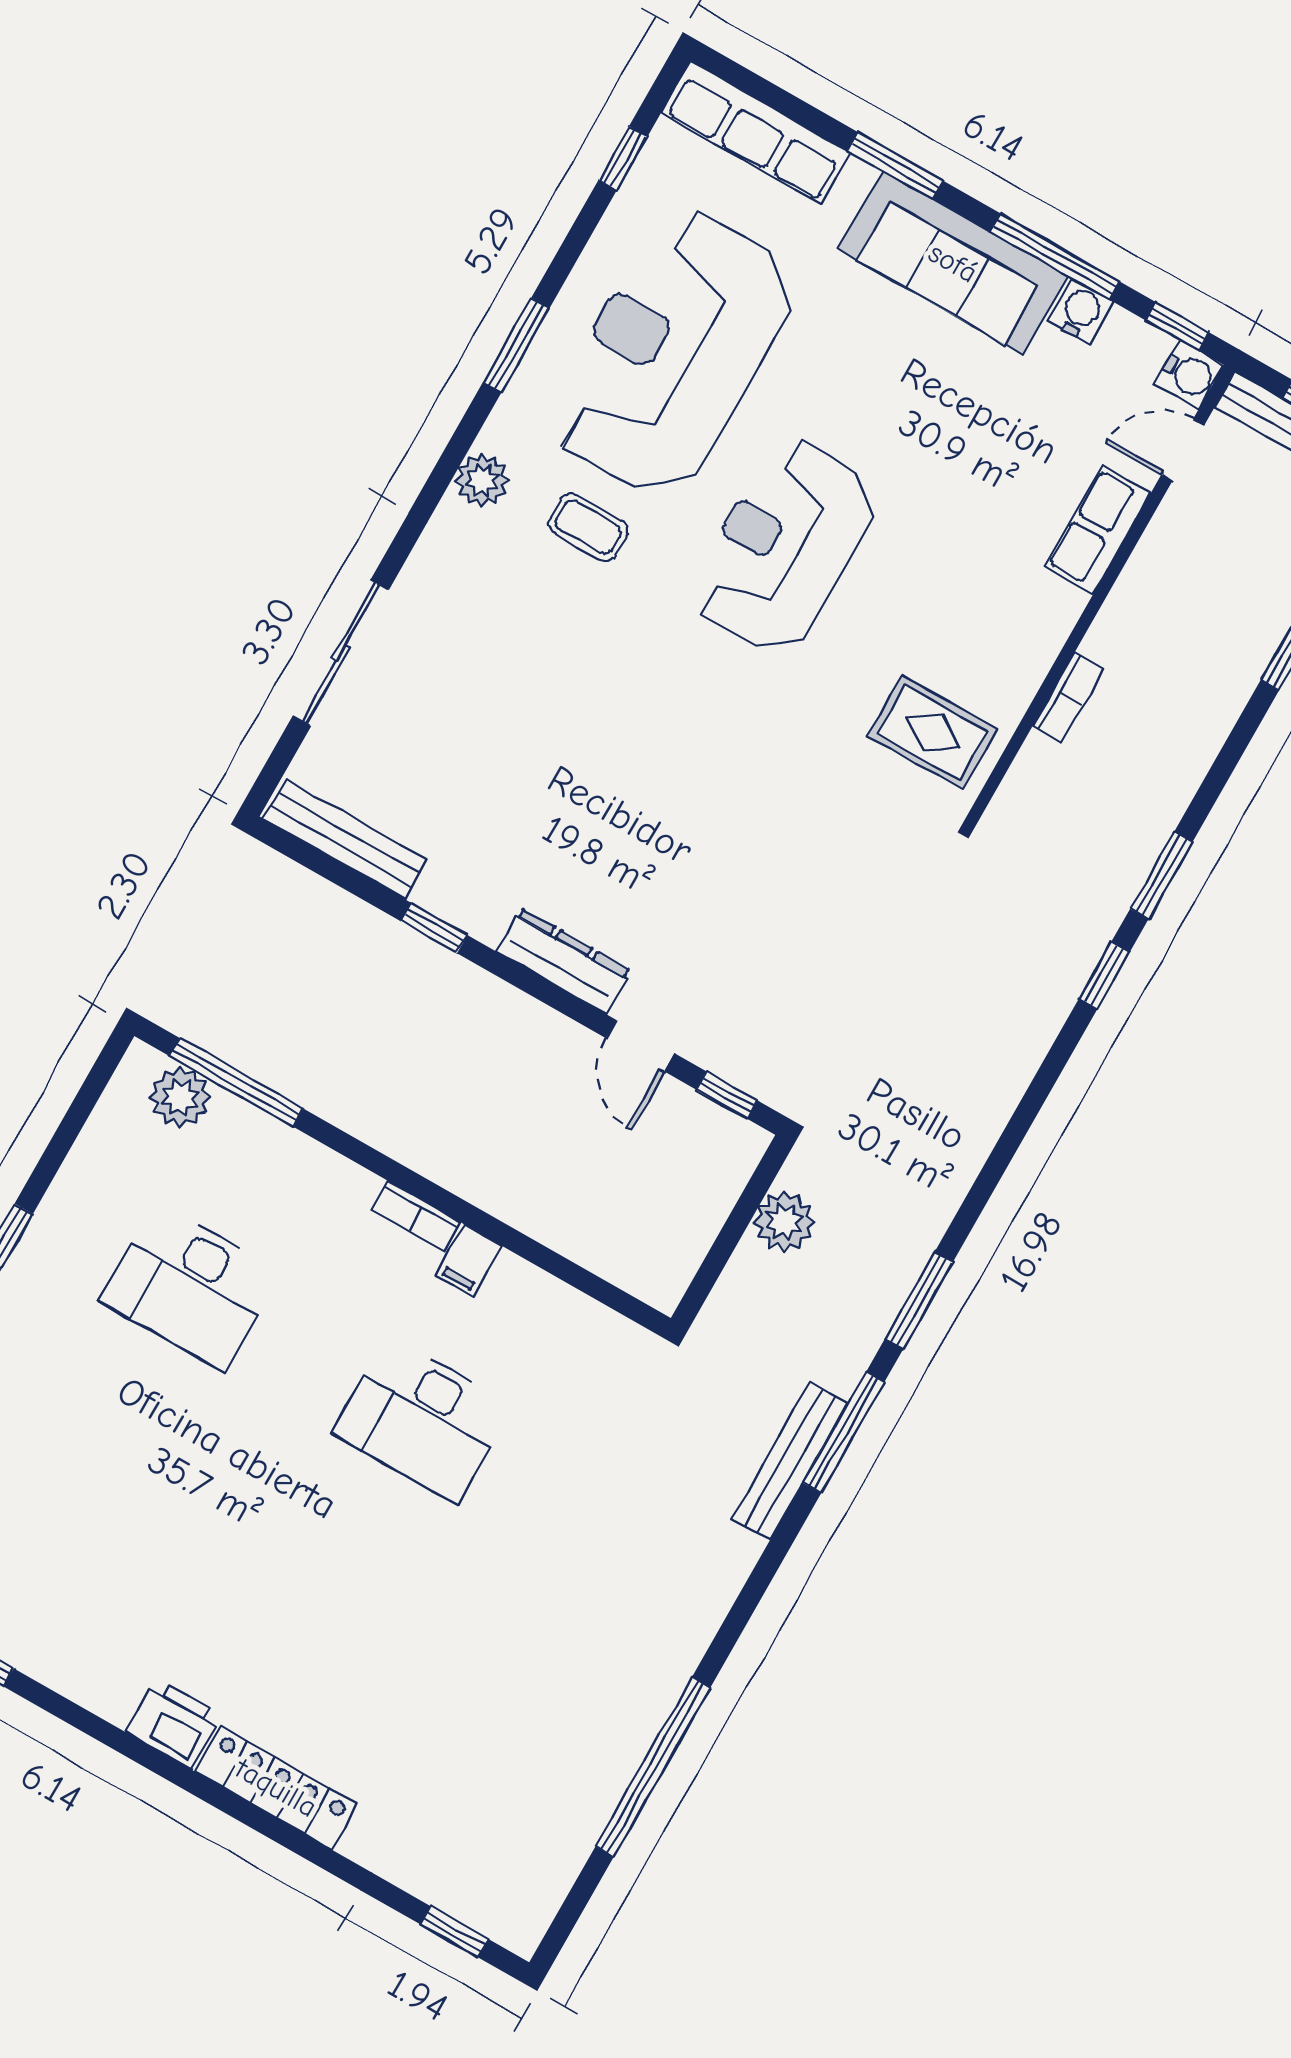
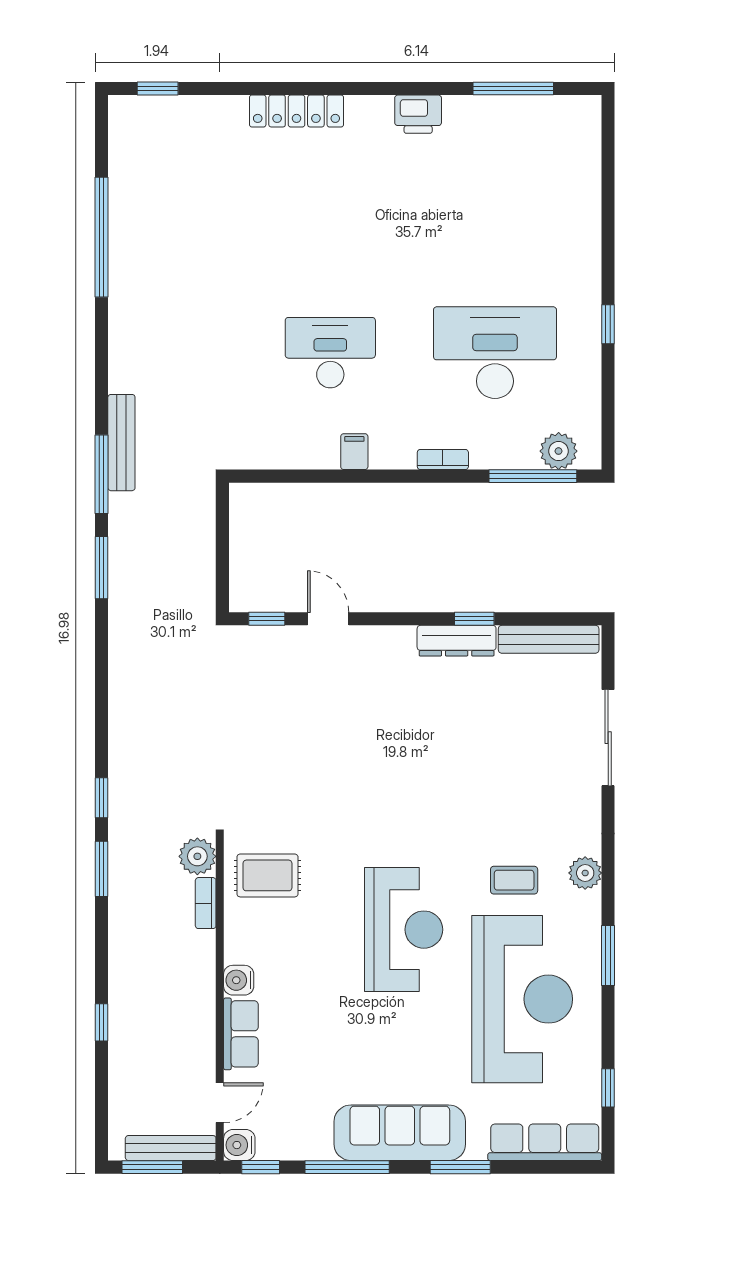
water cooler: (1081, 311) -> (239, 980), moved, turned 90
bookcase: (1068, 697) -> (206, 903), moved
dresser: (564, 961) -> (457, 641), moved
bookcase: (416, 1216) -> (443, 459), moved
plant: (784, 1222) -> (197, 856), moved
desk: (191, 1287) -> (495, 353), width x1.36, depth x1.30
printer: (174, 1724) -> (418, 114), moved

